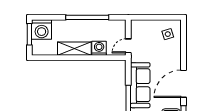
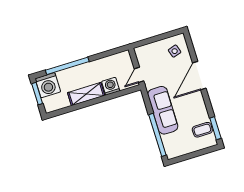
window: (87, 17) -> (67, 66), moved
door: (184, 84) -> (199, 76), moved

